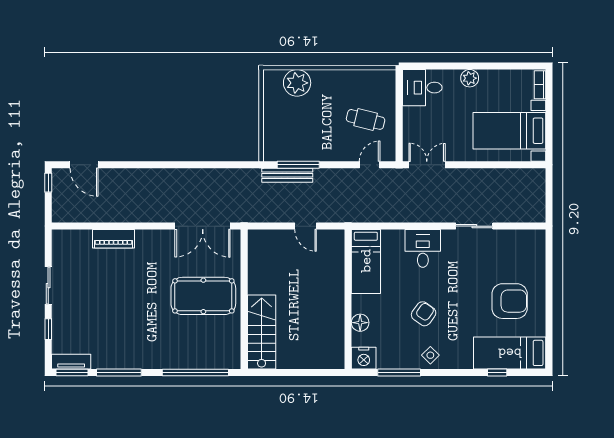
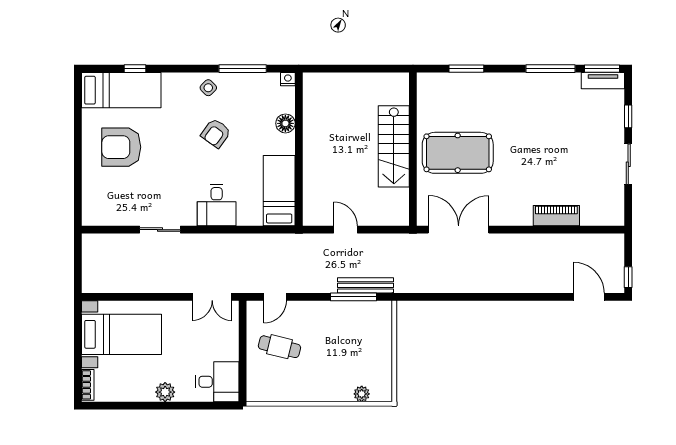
plant: (297, 83) -> (362, 394), width x0.53, depth x0.53
stairs: (262, 332) -> (394, 146), moved
nightstand: (364, 358) -> (288, 79), width x0.53, depth x0.56
window: (195, 373) -> (466, 69), width x0.47

